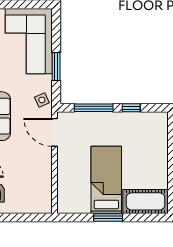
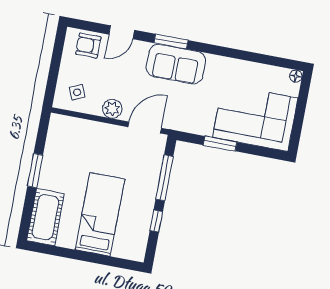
side table: (42, 100) -> (77, 92), moved
plant: (44, 163) -> (112, 109), added
bed: (106, 180) -> (100, 214), moved, turned -90

